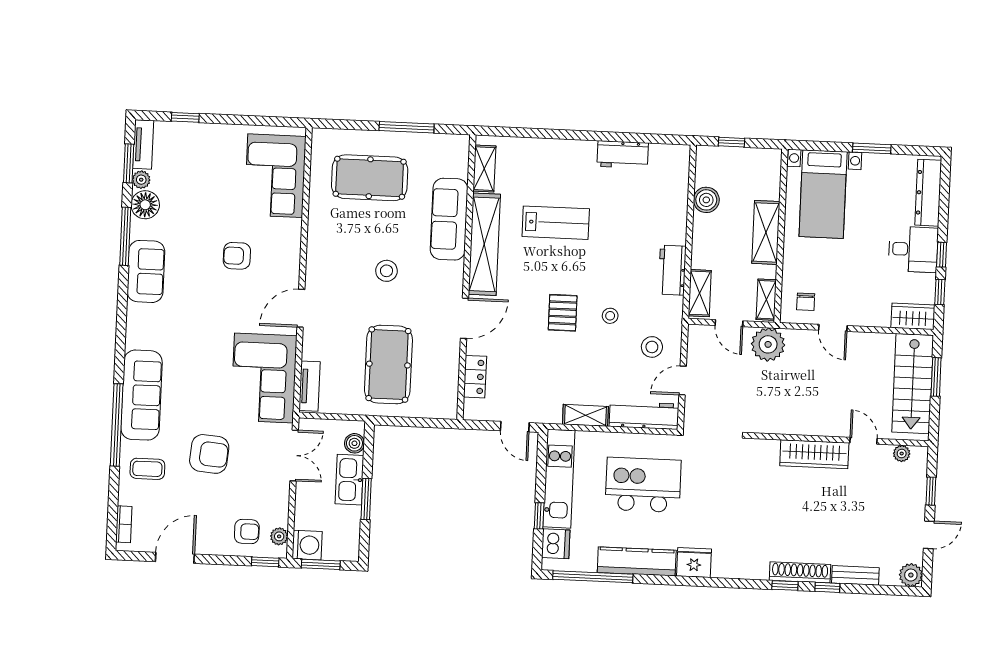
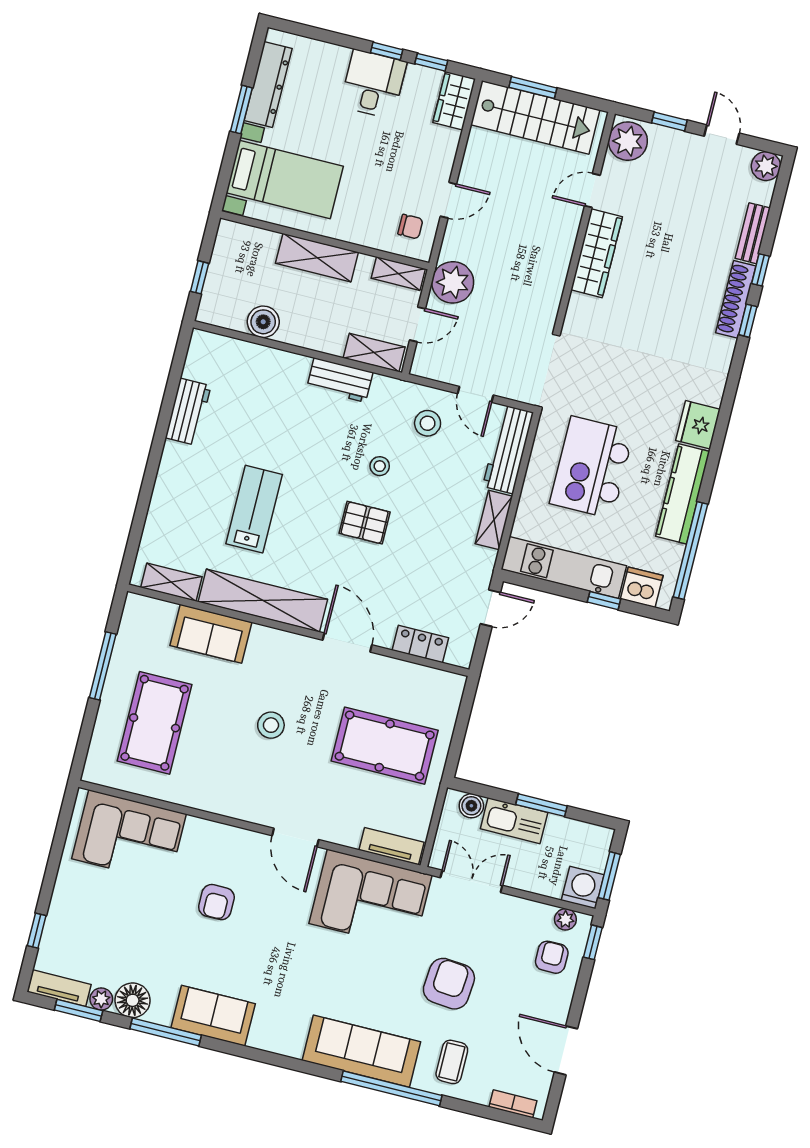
dresser: (928, 193) -> (268, 84), moved, turned -90
sofa: (449, 219) -> (211, 634), width x0.73
plant: (902, 454) -> (628, 141), width x1.87, depth x1.87

